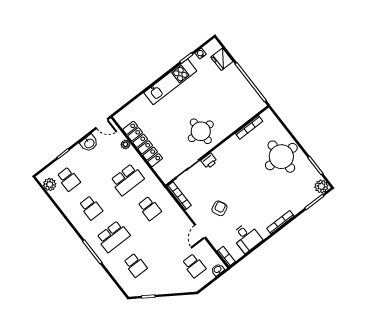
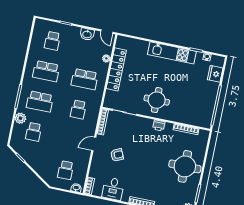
printer: (209, 161) -> (159, 125), moved
plant: (50, 184) -> (20, 118), moved
school desk: (91, 208) -> (46, 71), width x1.85
door: (200, 231) -> (94, 144), moved

